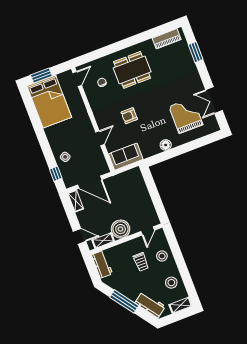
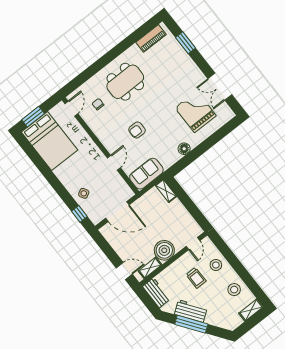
shelving: (76, 201) -> (166, 191), moved
workbench: (150, 305) -> (191, 311), moved

